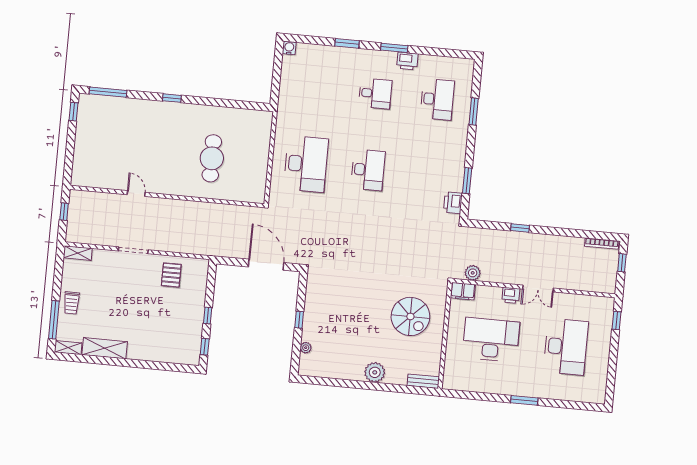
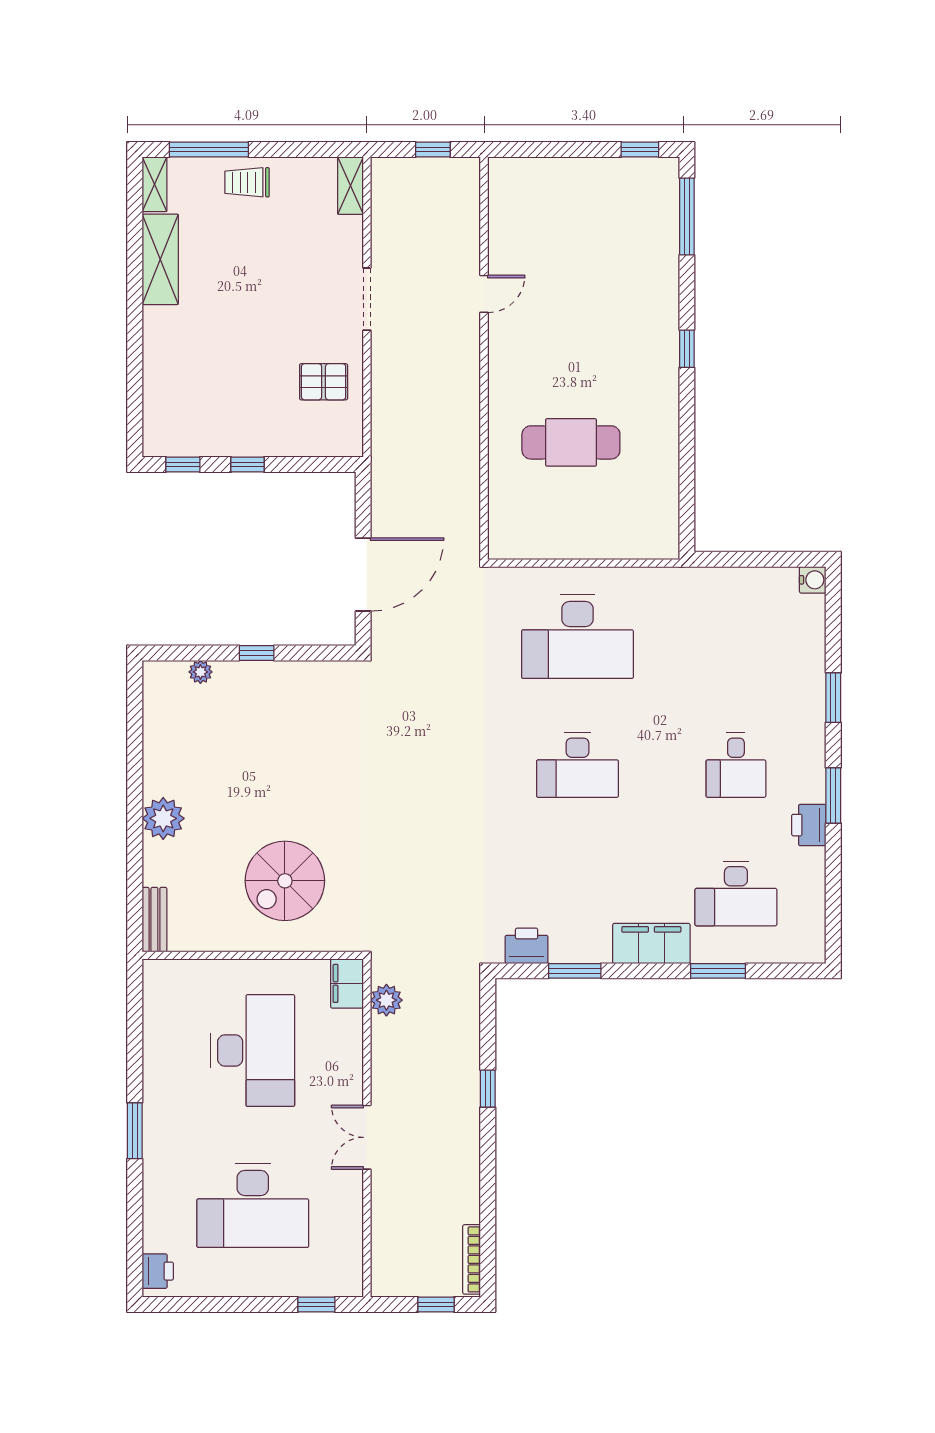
filing cabinet: (457, 142) -> (651, 943), added
printer: (511, 295) -> (158, 1271), moved, turned 180

